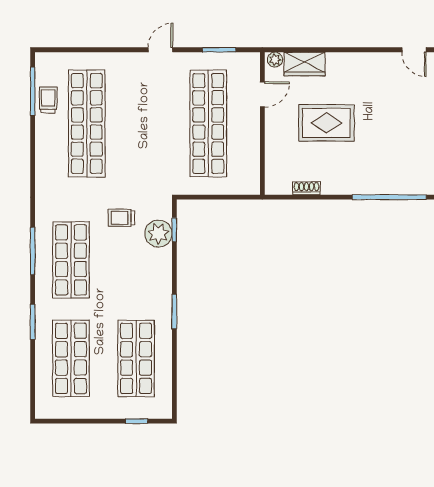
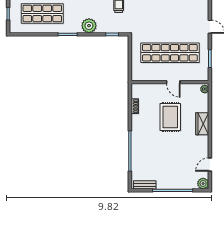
wardrobe: (305, 64) -> (202, 124), moved
door: (262, 94) -> (173, 82), moved
plant: (158, 234) -> (89, 26), moved

